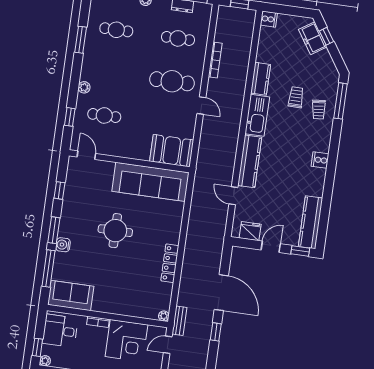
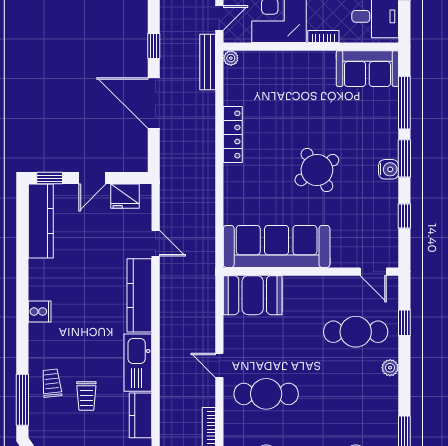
cafe table: (104, 115) -> (356, 332), width x1.37, depth x1.35
round table: (115, 231) -> (317, 170), turned -32
water cooler: (63, 245) -> (389, 169), moved
bench: (179, 321) -> (208, 62), width x1.36

